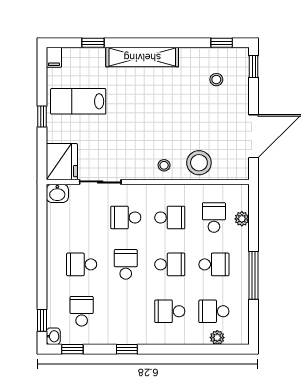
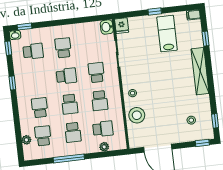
fridge: (62, 162) -> (122, 26), width x0.53, depth x0.75

